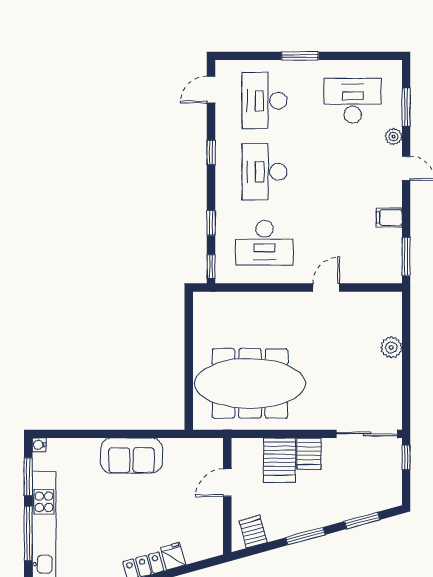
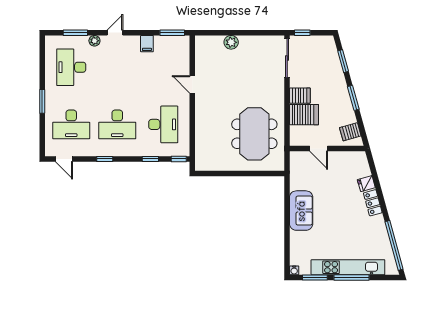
meeting table: (250, 383) -> (254, 134), width x0.73

